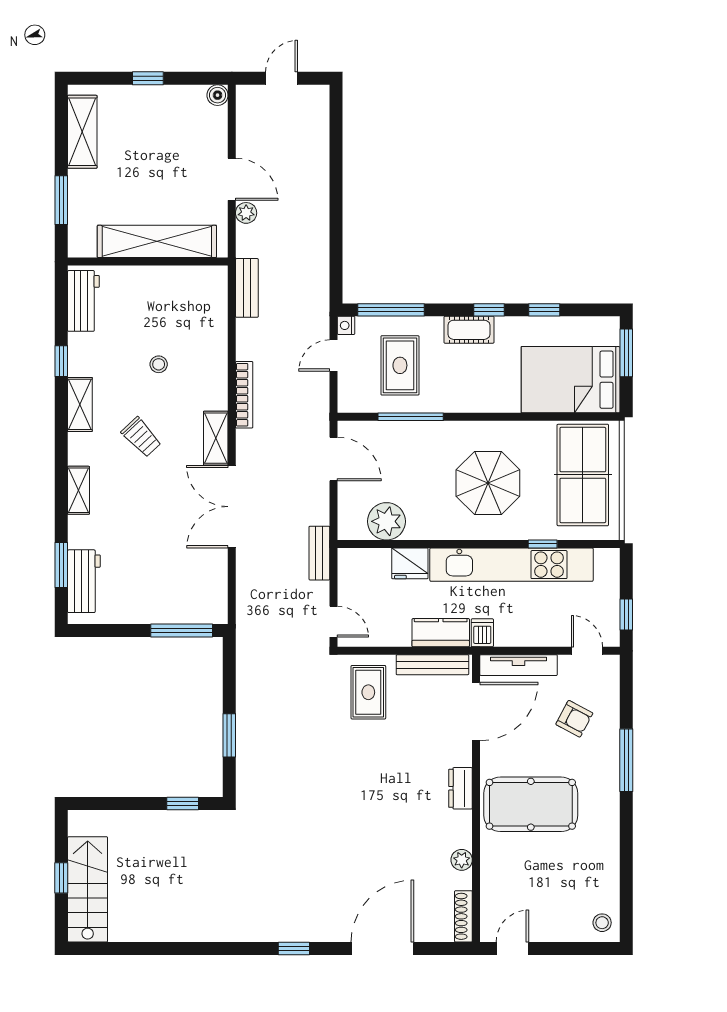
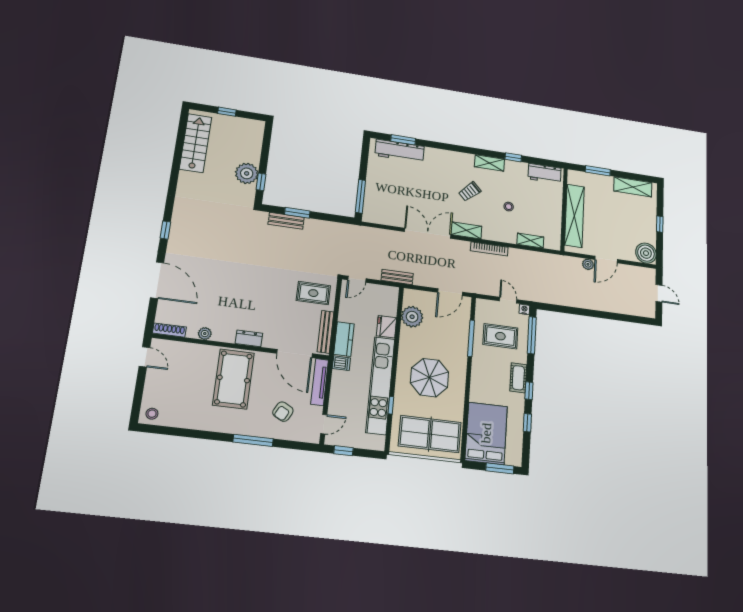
boiler: (218, 95) -> (646, 253), width x1.86, depth x1.86
bench: (247, 288) -> (286, 221), moved
shelving: (78, 490) -> (530, 241), moved
workbench: (84, 581) -> (400, 151), width x1.37
plant: (171, 829) -> (247, 173), added
stairs: (88, 889) -> (196, 143), moved, turned -90

